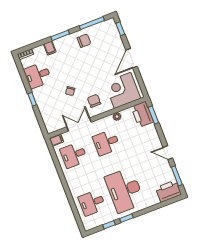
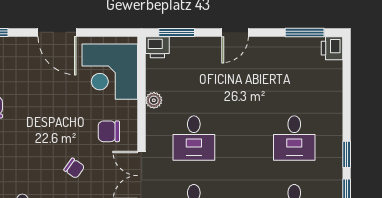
printer: (142, 114) -> (157, 47), width x0.53, depth x0.68
door: (168, 153) -> (235, 32), moved
desk: (125, 190) -> (294, 138), width x0.53, depth x0.77
printer: (168, 191) -> (332, 48), width x0.53, depth x0.68

